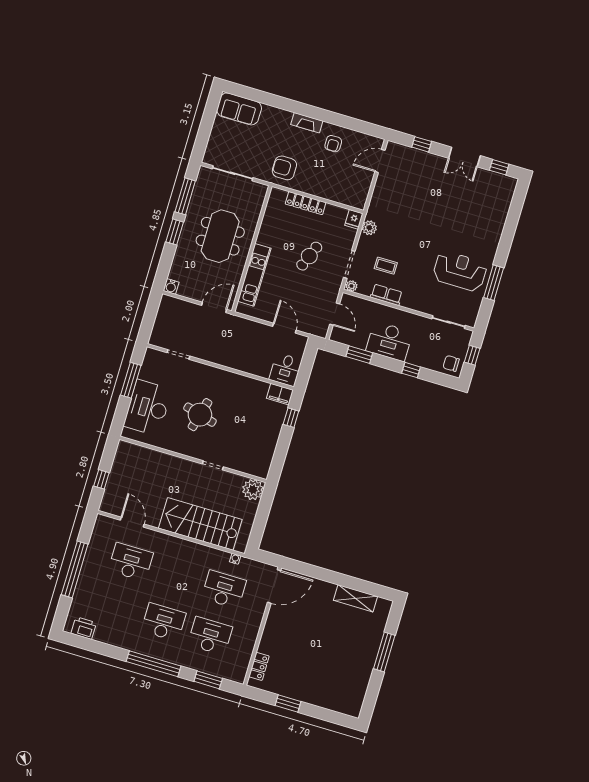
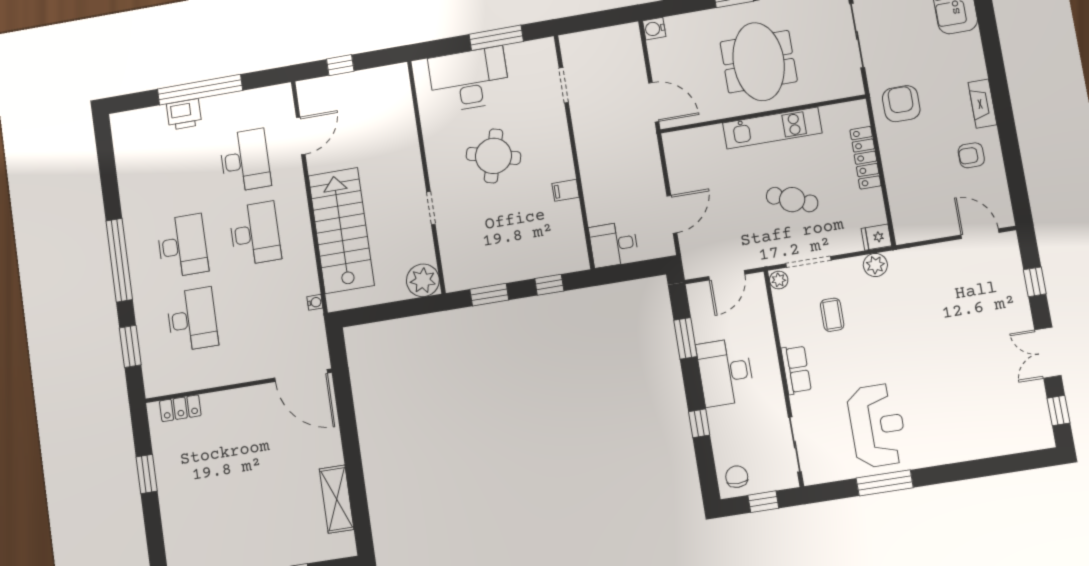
meeting table: (220, 236) -> (759, 62), turned 90
kitchen unit: (254, 275) -> (772, 128), moved
row of seats: (386, 295) -> (796, 370), moved
filing cabinet: (280, 394) -> (566, 190), moved, width x0.50
window: (280, 455) -> (489, 295), added
desk: (224, 589) -> (255, 234), moved
printer: (84, 628) -> (184, 114), moved, turned 90

